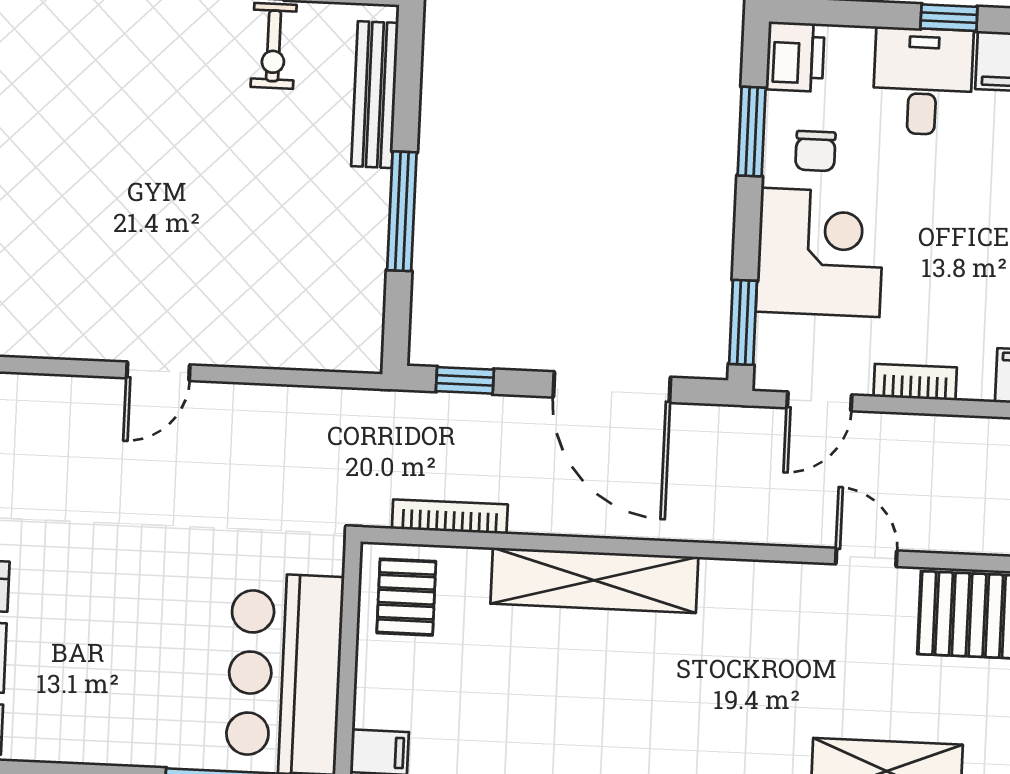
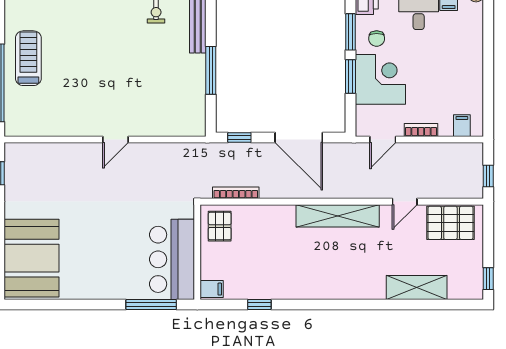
window: (743, 322) -> (351, 76), moved
door: (866, 557) -> (405, 202), swing flipped
shelving: (594, 580) -> (338, 216), moved

